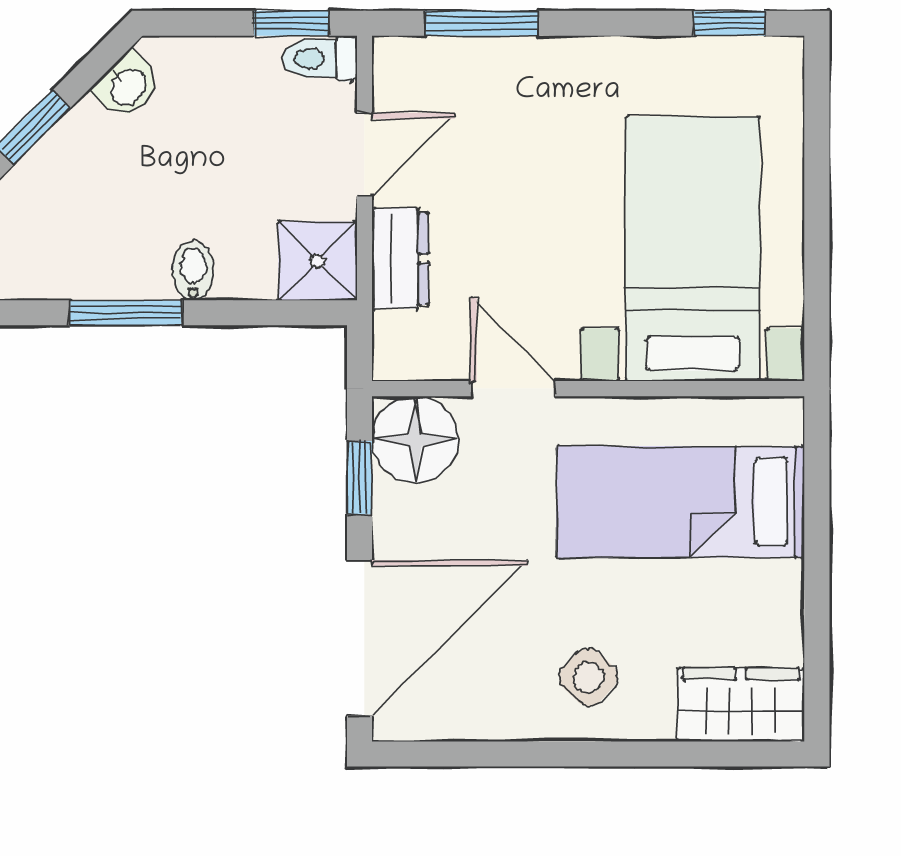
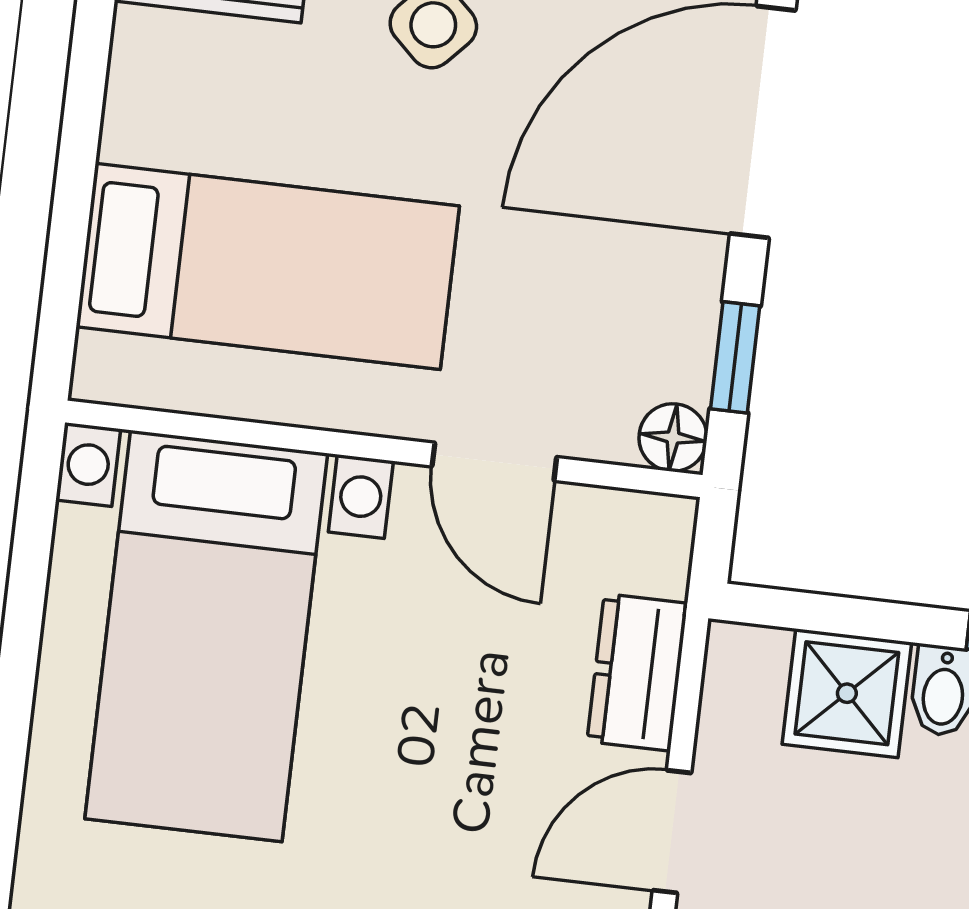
shower: (318, 261) -> (847, 693), moved
floor lamp: (415, 439) -> (673, 438), width x0.53, depth x0.53

